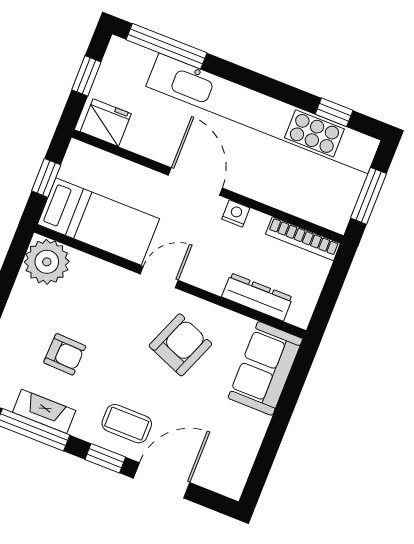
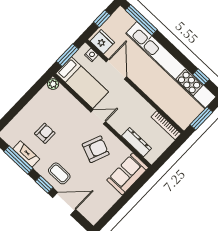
window: (46, 178) -> (67, 55), width x1.50
door: (195, 182) -> (116, 69), moved
nightstand: (236, 213) -> (91, 55), moved
plant: (47, 262) -> (53, 84), width x0.53, depth x0.53
armchair: (65, 354) -> (45, 133), turned -92

